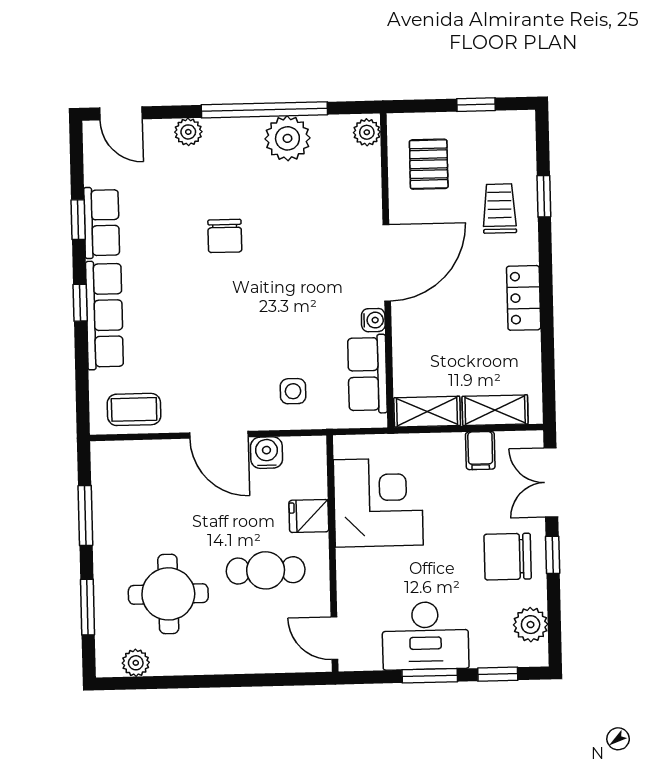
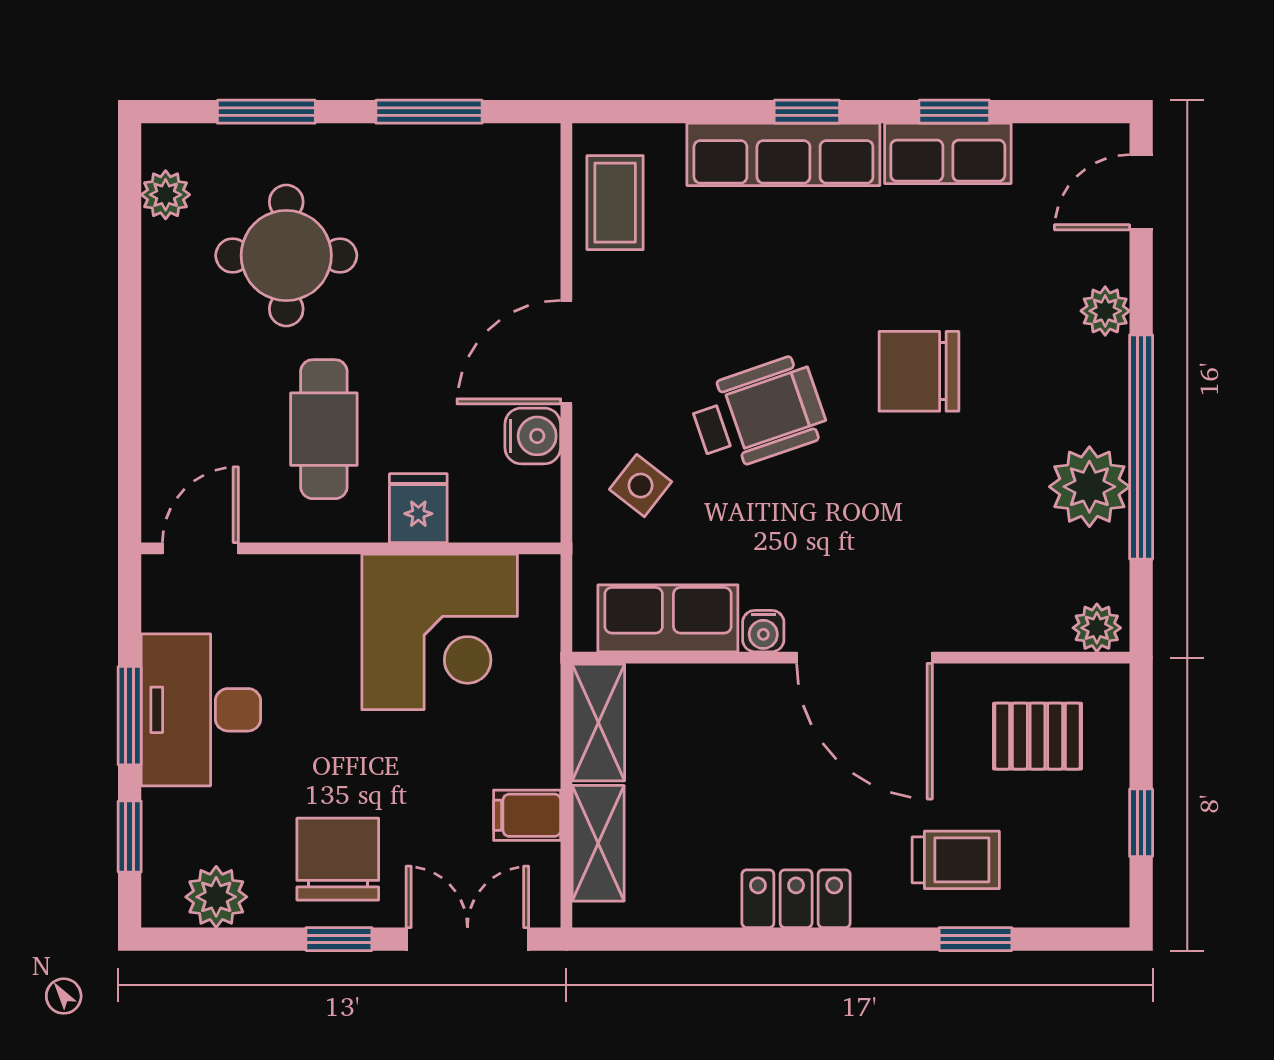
chair: (225, 236) -> (919, 371), width x1.37, depth x1.37
wheelchair: (251, 326) -> (758, 414), added
side table: (293, 391) -> (641, 486), turned 38

